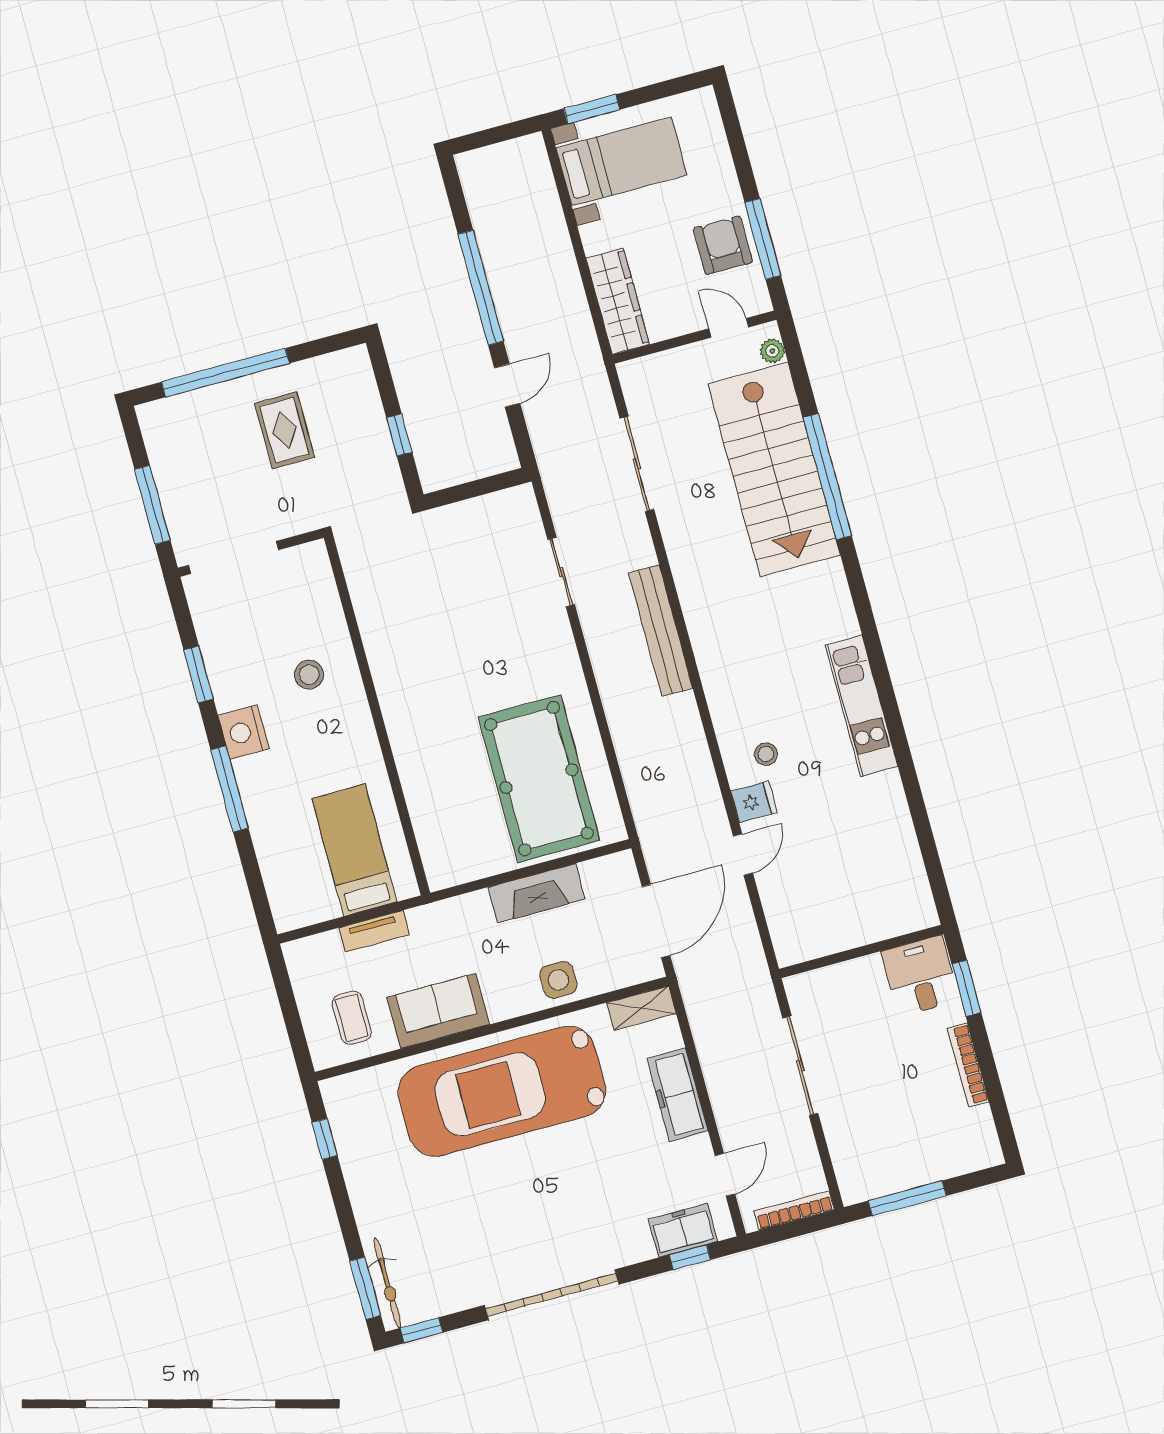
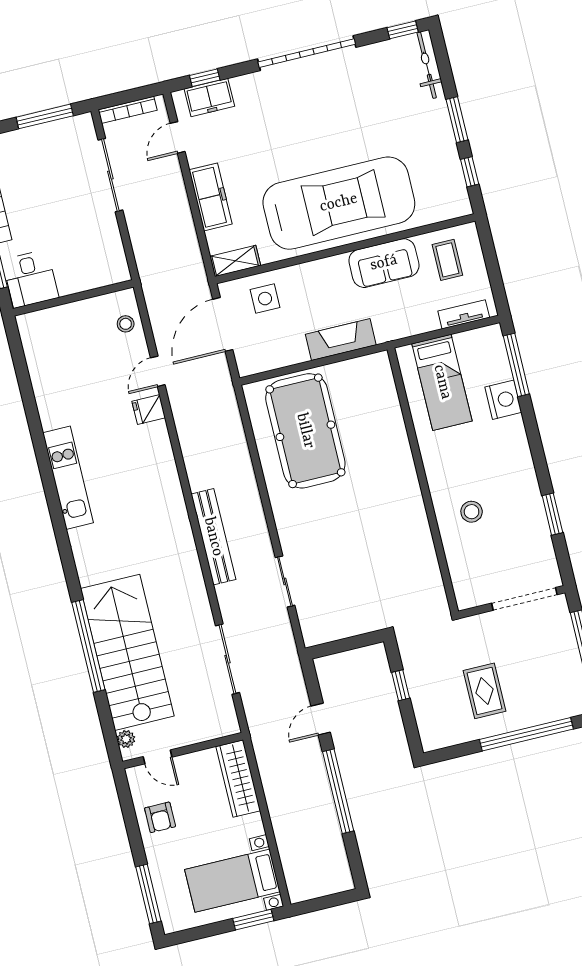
window: (763, 239) -> (148, 894), moved
armchair: (723, 245) -> (160, 817), width x0.72, depth x0.72
nightstand: (244, 732) -> (503, 400), moved
stool: (766, 754) -> (126, 324), moved
window: (230, 789) -> (516, 365), moved
fireplace: (536, 893) -> (341, 340), moved
tv unit: (374, 931) -> (464, 314), moved
side table: (558, 980) -> (265, 299), moved
sliding door: (800, 1066) -> (110, 175), moved
window: (365, 1288) -> (457, 120), moved

